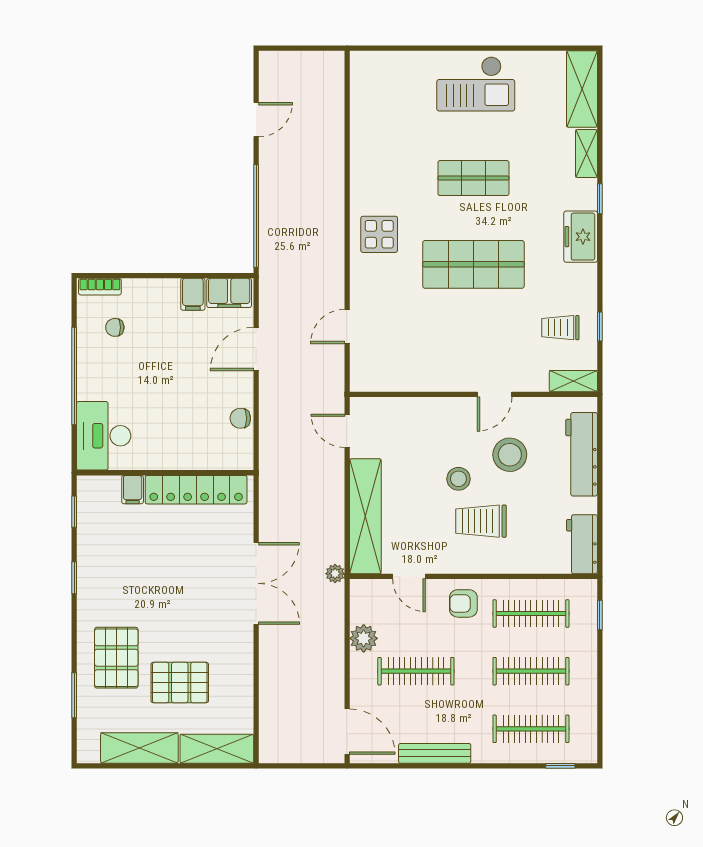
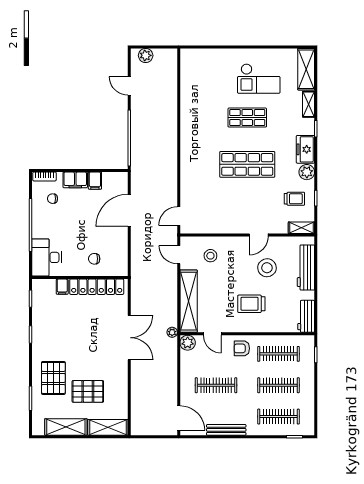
plant: (286, 64) -> (146, 55), added
checkout: (476, 84) -> (259, 79), moved
door: (256, 120) -> (129, 86), swing flipped
display table: (379, 234) -> (196, 148), removed
plant: (583, 279) -> (307, 172), added
filing cabinet: (229, 293) -> (75, 180), moved
door: (347, 327) -> (179, 216), moved
trolley: (560, 328) -> (294, 199), turned 180
door: (256, 349) -> (129, 210), width x1.36
chair: (240, 418) -> (94, 259), moved
stool: (458, 479) -> (210, 256), moved
plant: (364, 638) -> (188, 343), moved

